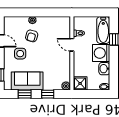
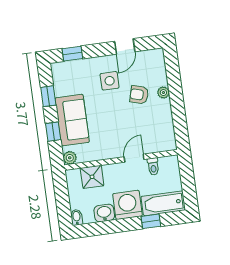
sofa: (27, 81) -> (72, 120), moved
shower: (80, 83) -> (92, 177), moved

